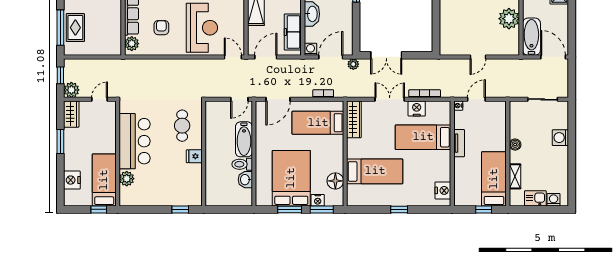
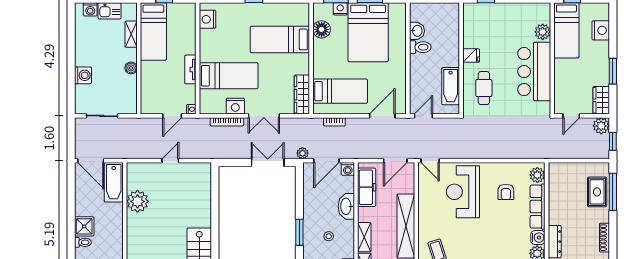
bathtub: (244, 139) -> (451, 86), moved, turned 180

